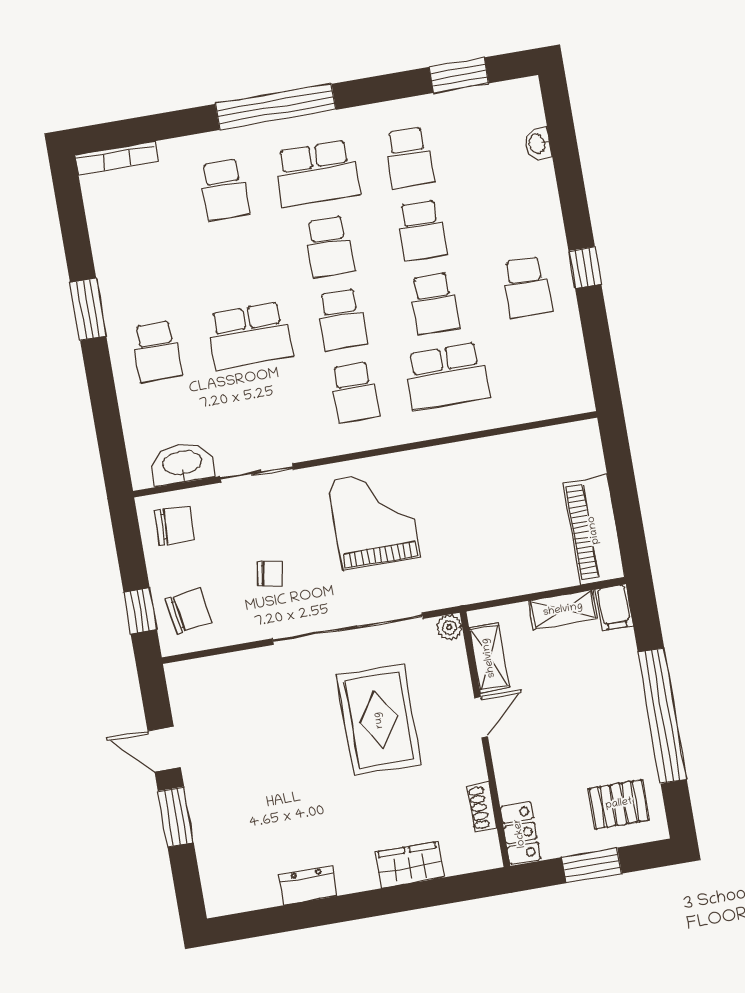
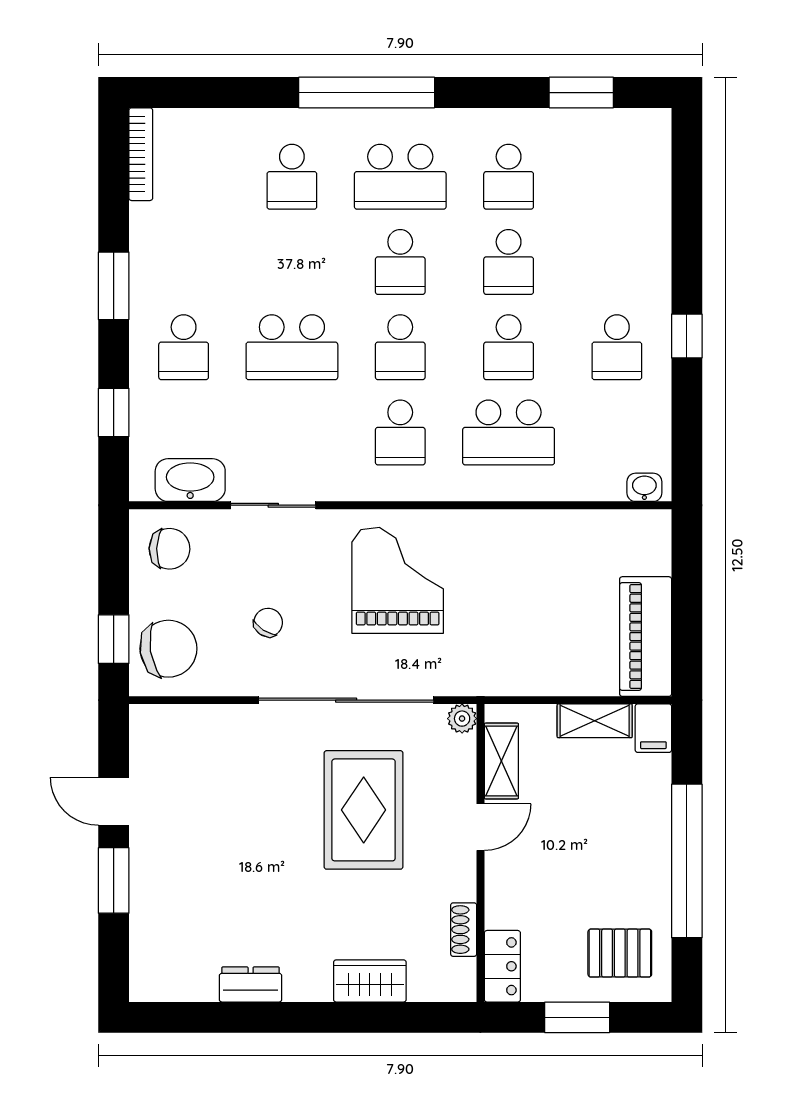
washbasin: (538, 144) -> (644, 487), moved, turned 90
bookcase: (116, 158) -> (141, 154), moved, turned -90
window: (107, 417) -> (114, 412), added
chair: (270, 574) -> (268, 623), turned -67
chair: (188, 611) -> (168, 649), width x1.37, depth x1.37

